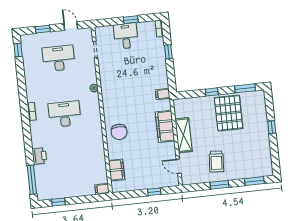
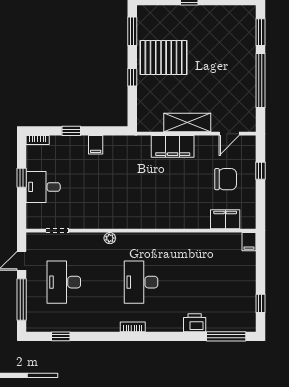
window: (43, 29) -> (22, 299), width x2.17
window: (18, 50) -> (61, 336), moved
filing cabinet: (163, 94) -> (96, 145), moved
chair: (119, 132) -> (226, 179), moved
trolley: (216, 161) -> (228, 81), removed
window: (219, 185) -> (260, 81), width x2.11

